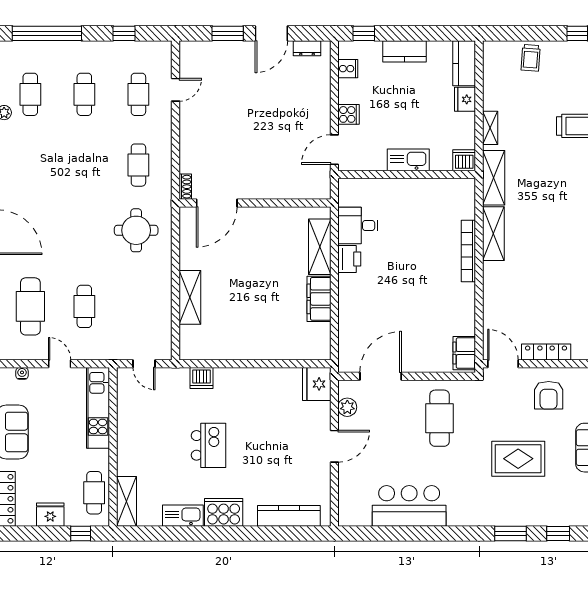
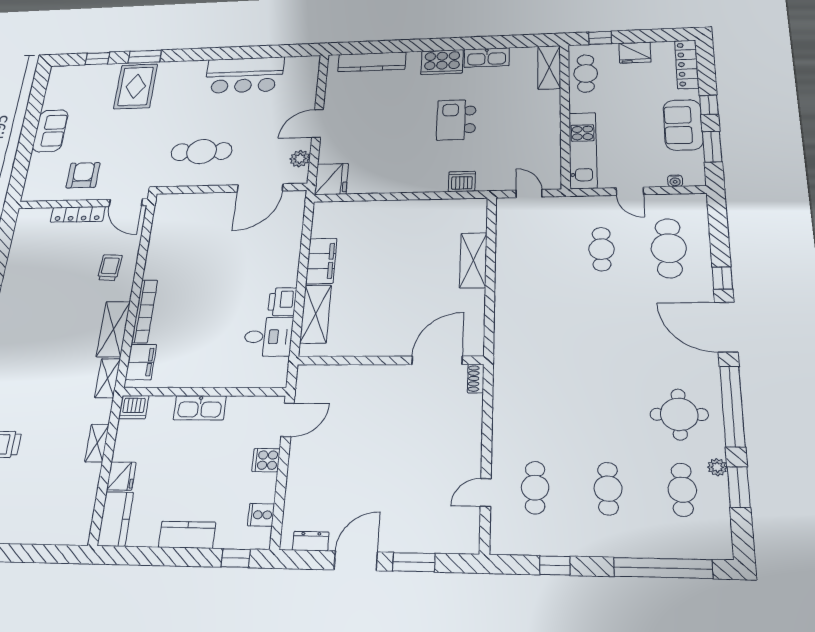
trolley: (531, 58) -> (110, 268), moved
cafe table: (138, 165) -> (535, 403), removed
shelving: (494, 178) -> (108, 378), width x0.67, depth x0.75
round table: (136, 230) -> (679, 414), moved
filing cabinet: (464, 353) -> (141, 362), moved
cafe table: (440, 418) -> (202, 152), turned 90
rug: (518, 459) -> (136, 86), moved, turned 90

